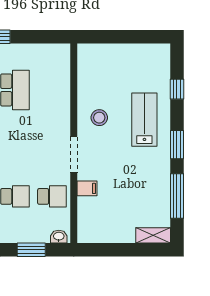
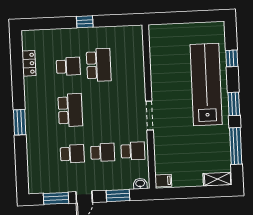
stool: (99, 118) -> (169, 85), removed
lab bench: (144, 120) -> (206, 85), width x1.86, depth x1.39
filing cabinet: (87, 188) -> (163, 181), moved

